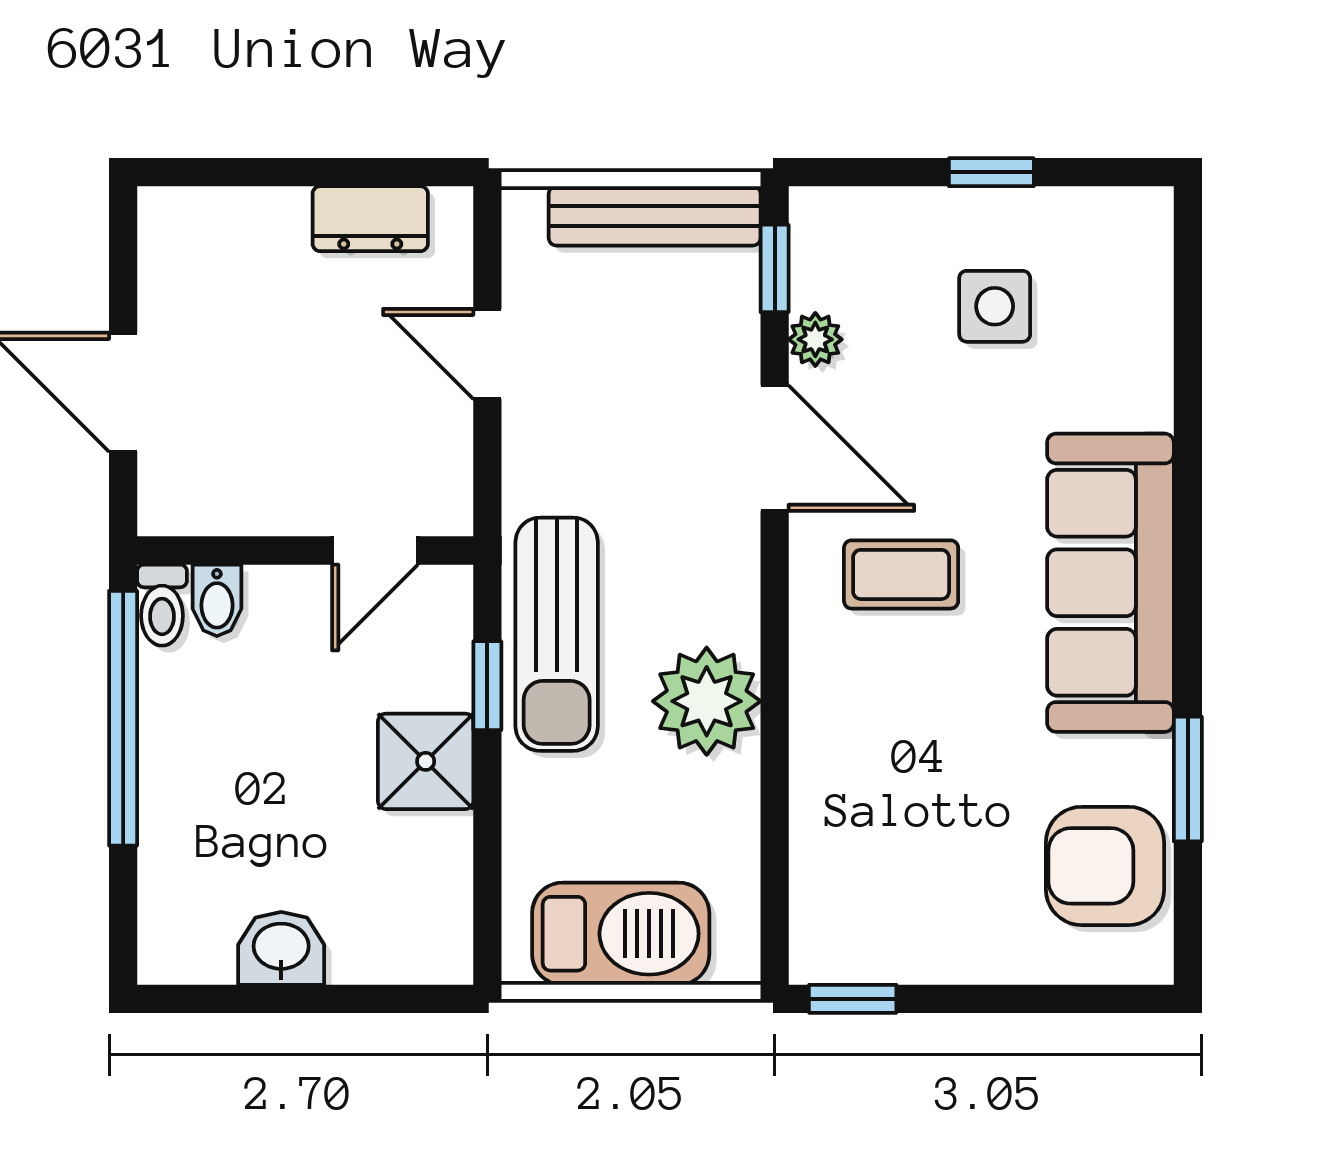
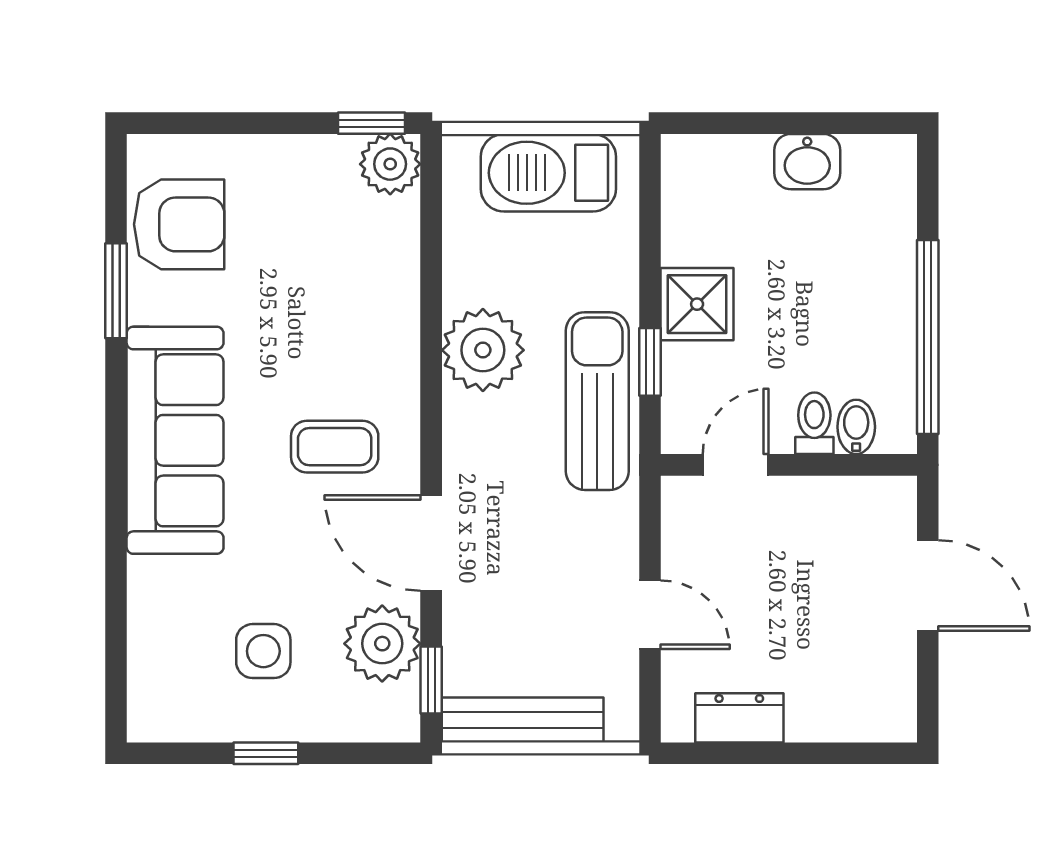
plant: (815, 339) -> (382, 644), width x1.88, depth x1.88
toilet: (162, 605) -> (814, 423), moved
plant: (828, 945) -> (390, 164), added

